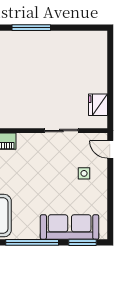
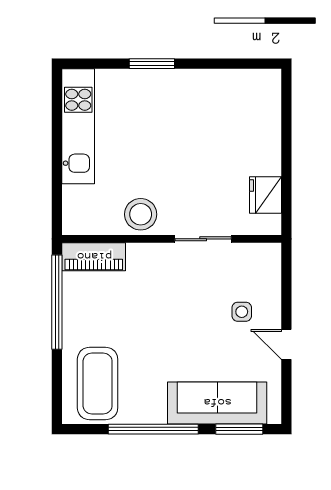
window: (31, 28) -> (152, 64), width x0.69
stool: (25, 116) -> (141, 214), added
door: (110, 149) -> (286, 344), moved

